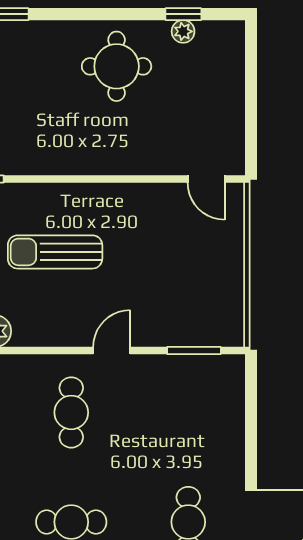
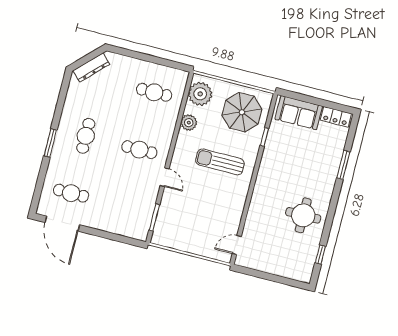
plant: (183, 31) -> (312, 252), removed
sun lounger: (55, 252) -> (220, 162), turned -90

